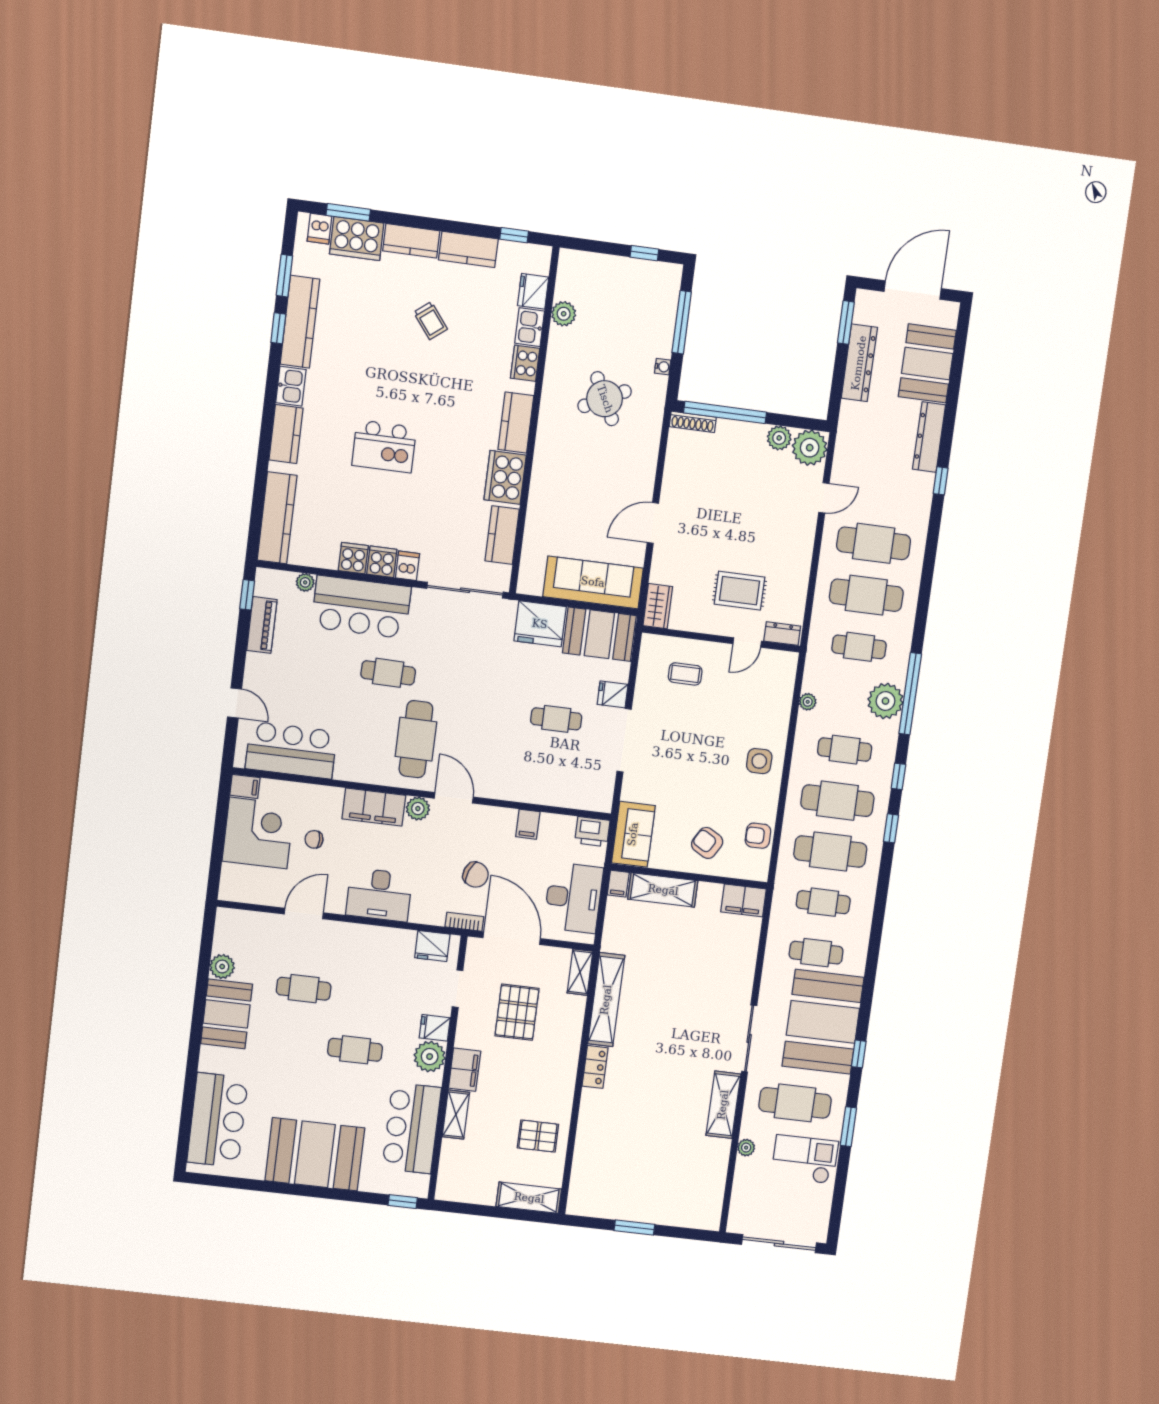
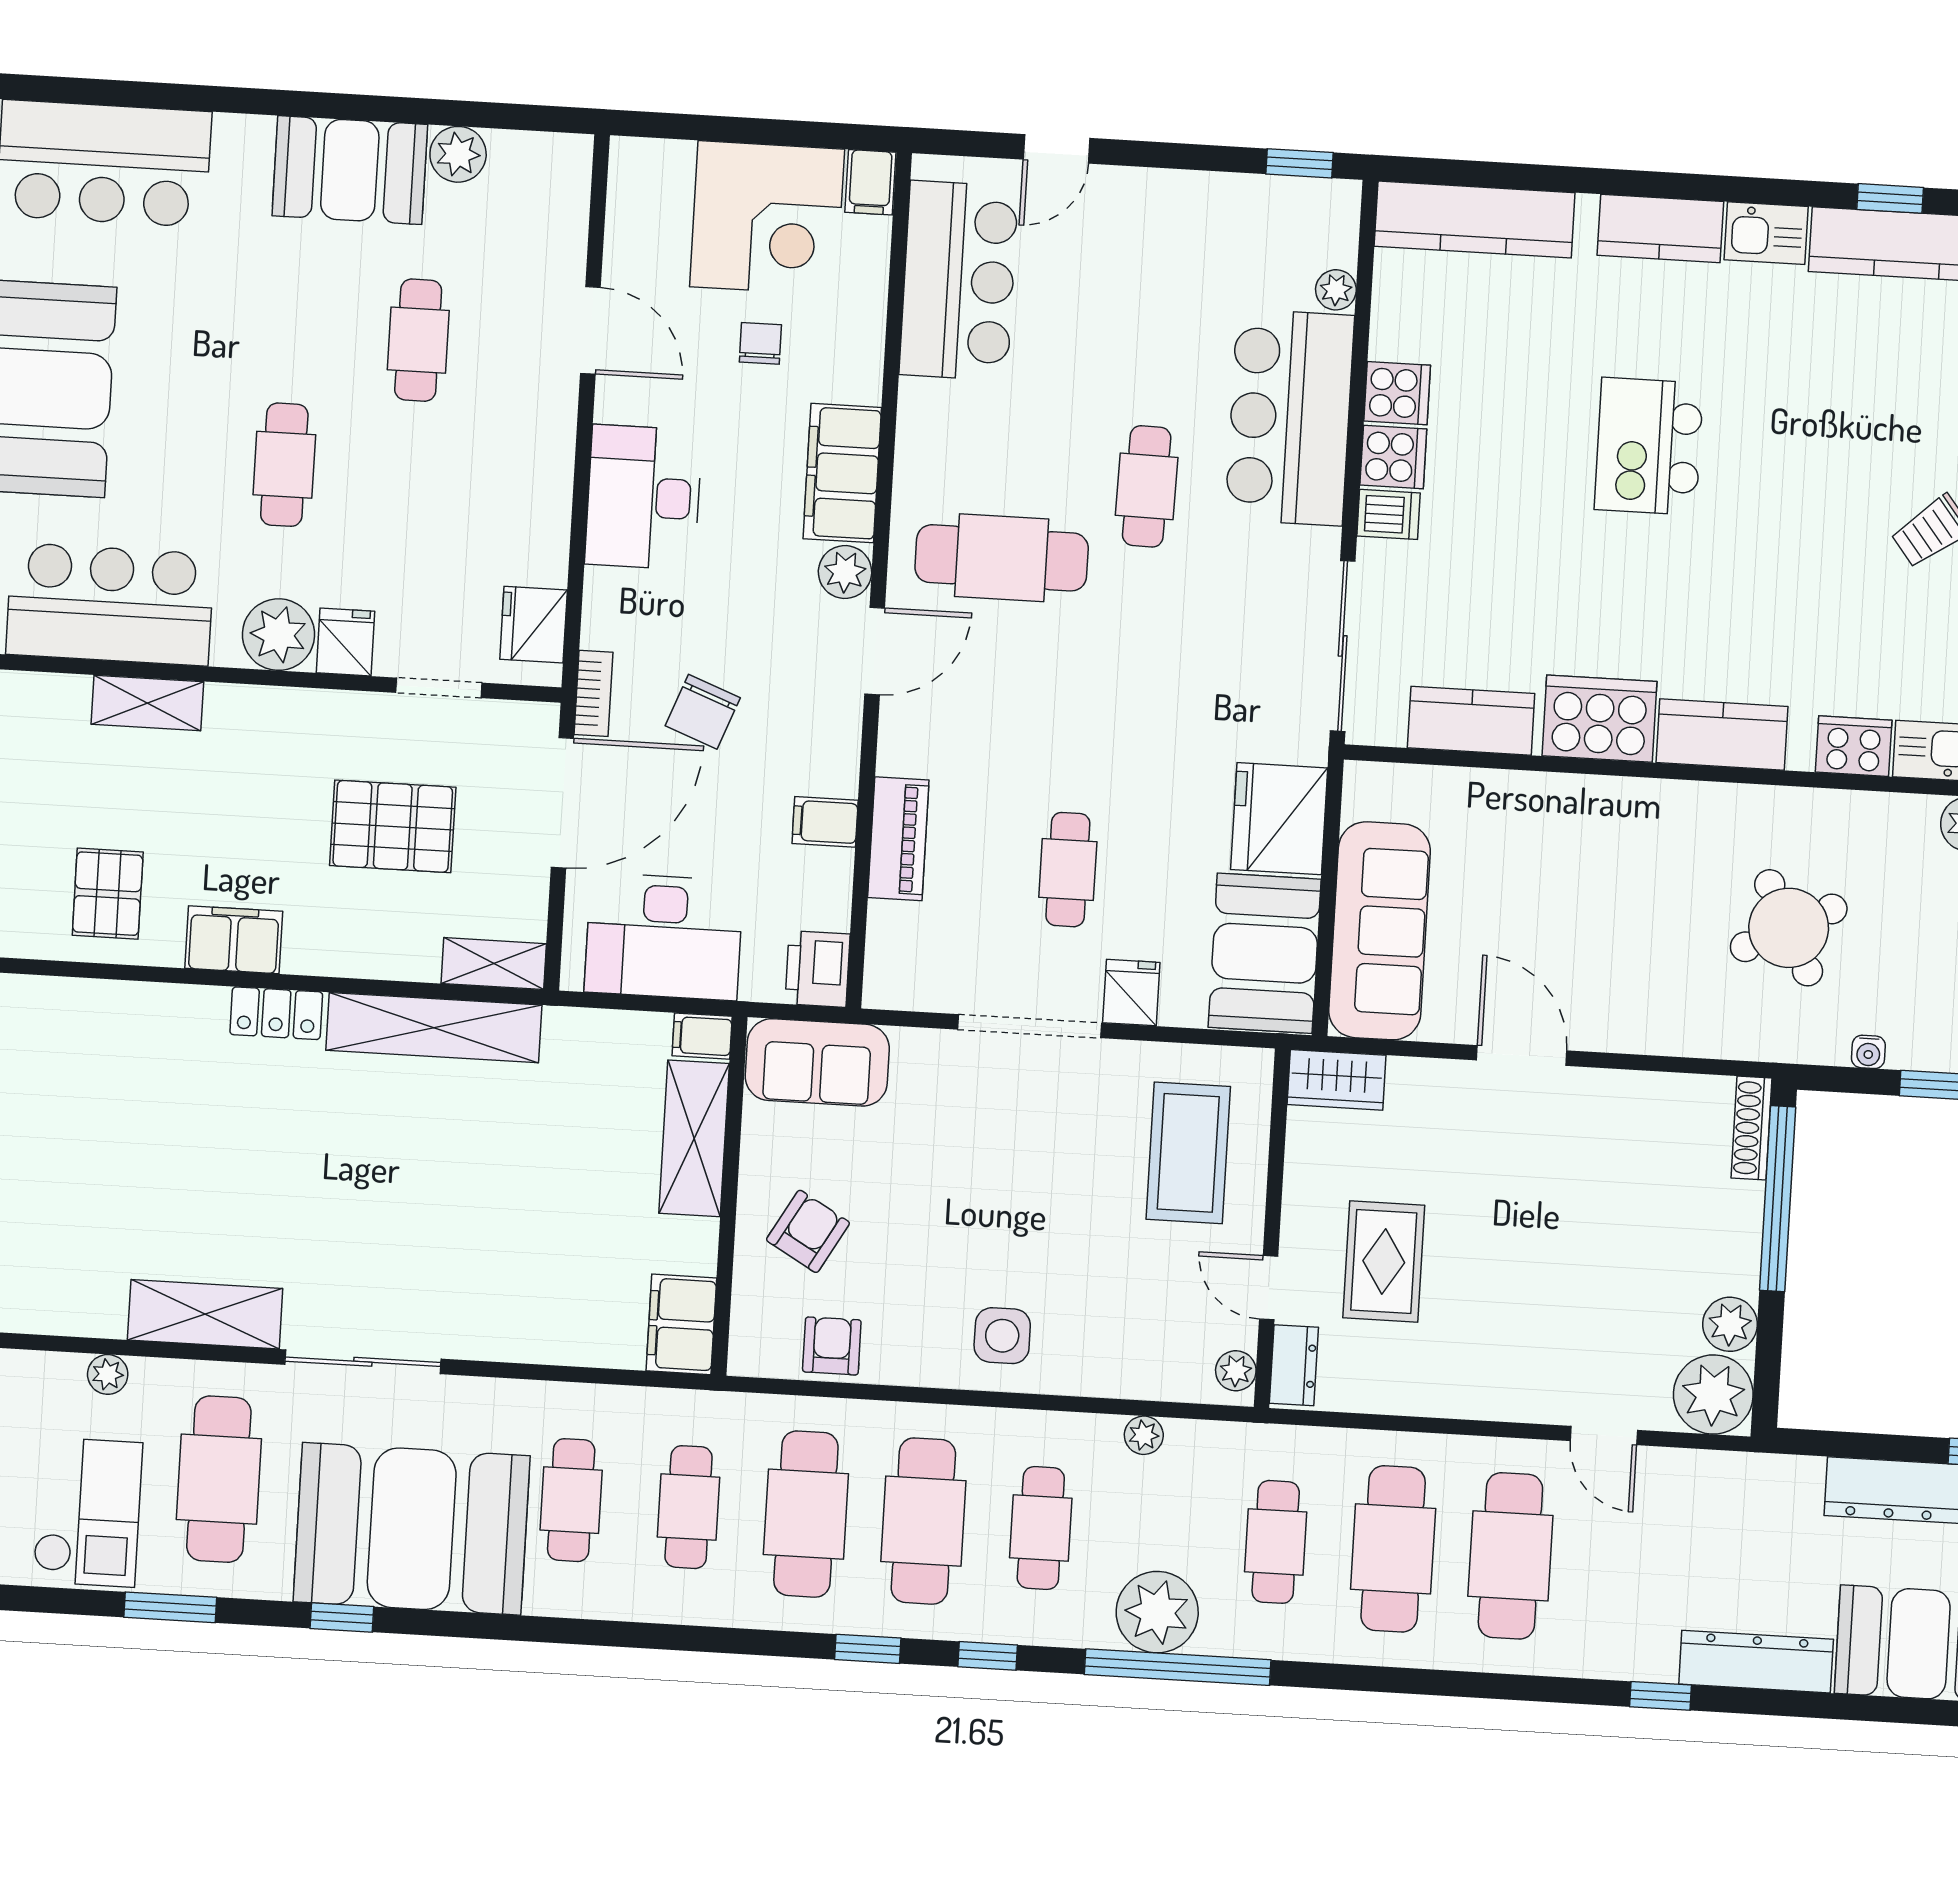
piano: (262, 625) -> (898, 839), moved, turned -90
plant: (783, 659) -> (1236, 1371), added
coffee table: (685, 674) -> (1188, 1153), width x1.86, depth x1.72
filing cabinet: (465, 1070) -> (234, 940), moved, turned 180

